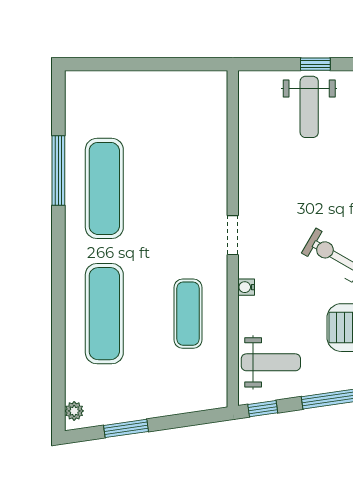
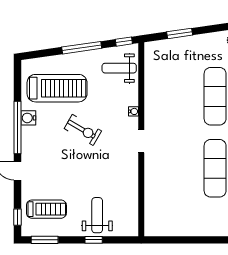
exercise mat: (188, 314) -> (167, 96), removed
window: (126, 428) -> (180, 33), moved

